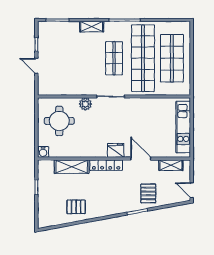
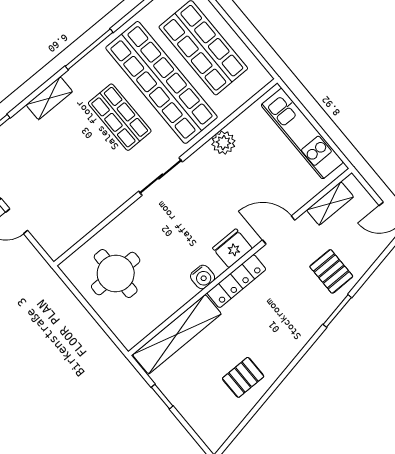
plant: (85, 104) -> (223, 143), moved
water cooler: (43, 152) -> (203, 277), moved
shelving: (72, 167) -> (177, 334), width x1.47

